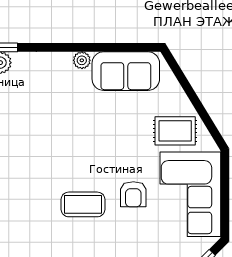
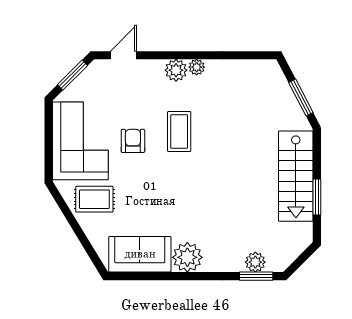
plant: (82, 60) -> (187, 257), width x1.87, depth x1.87
coffee table: (83, 204) -> (179, 131), turned 90

